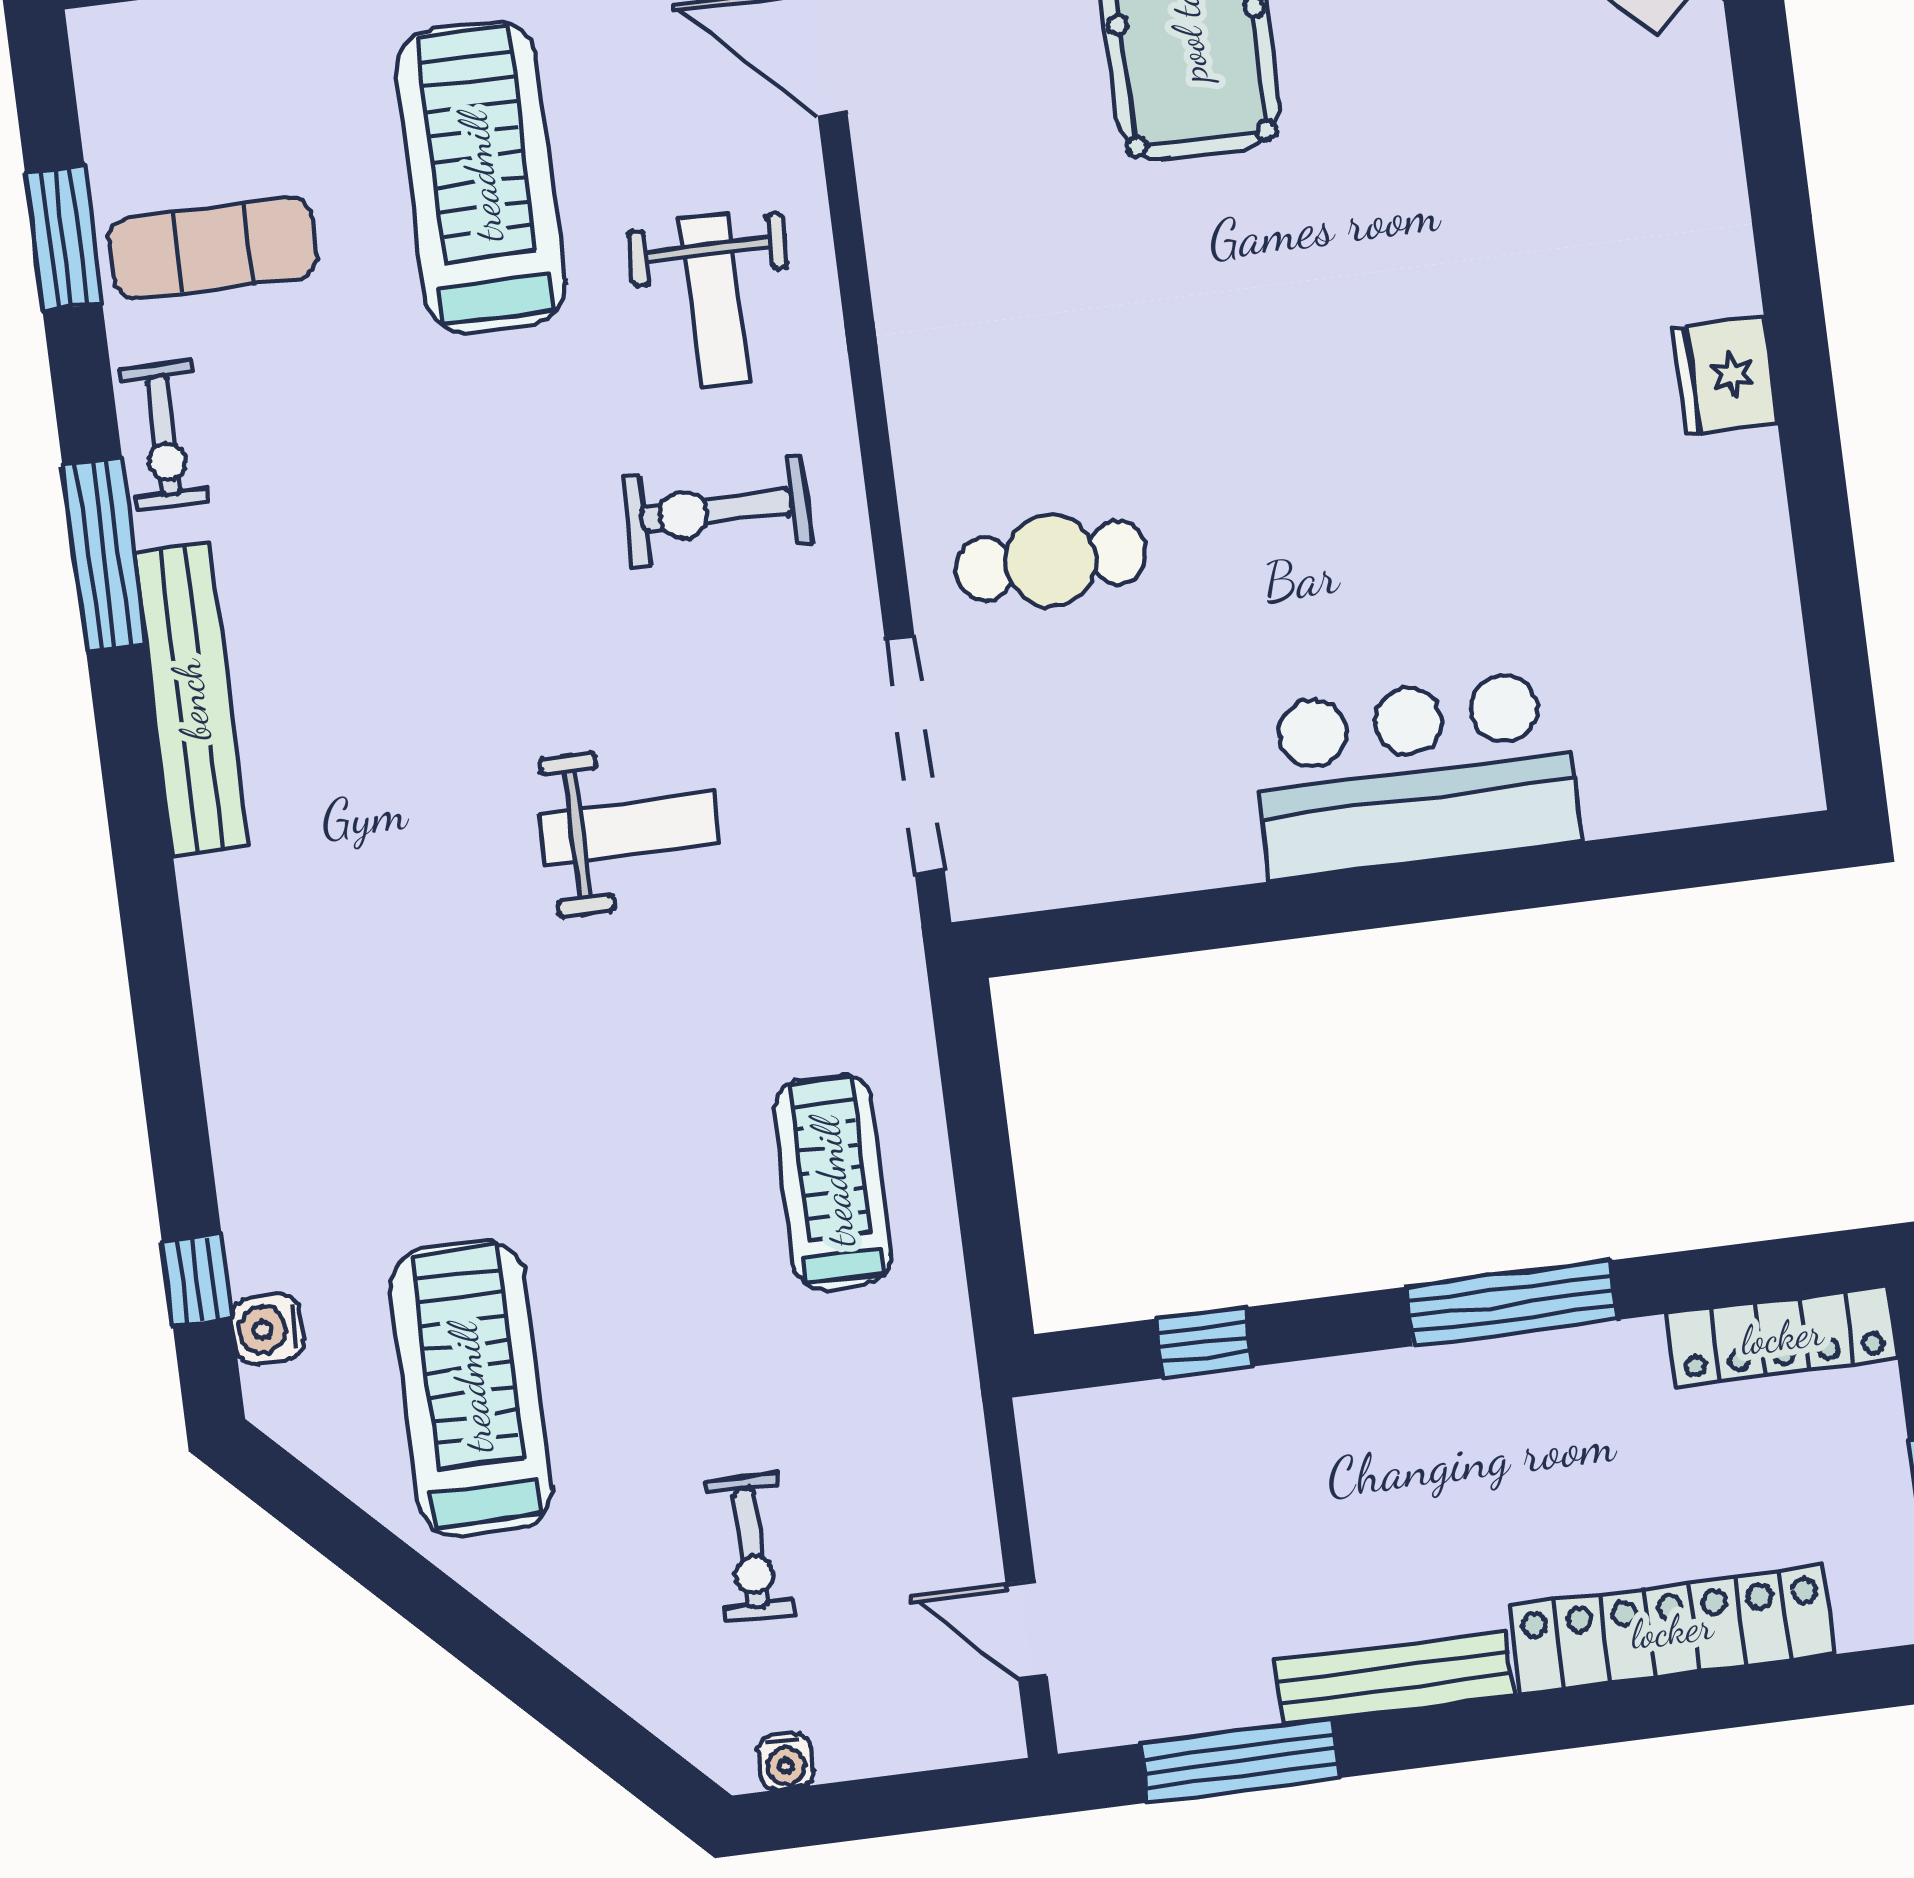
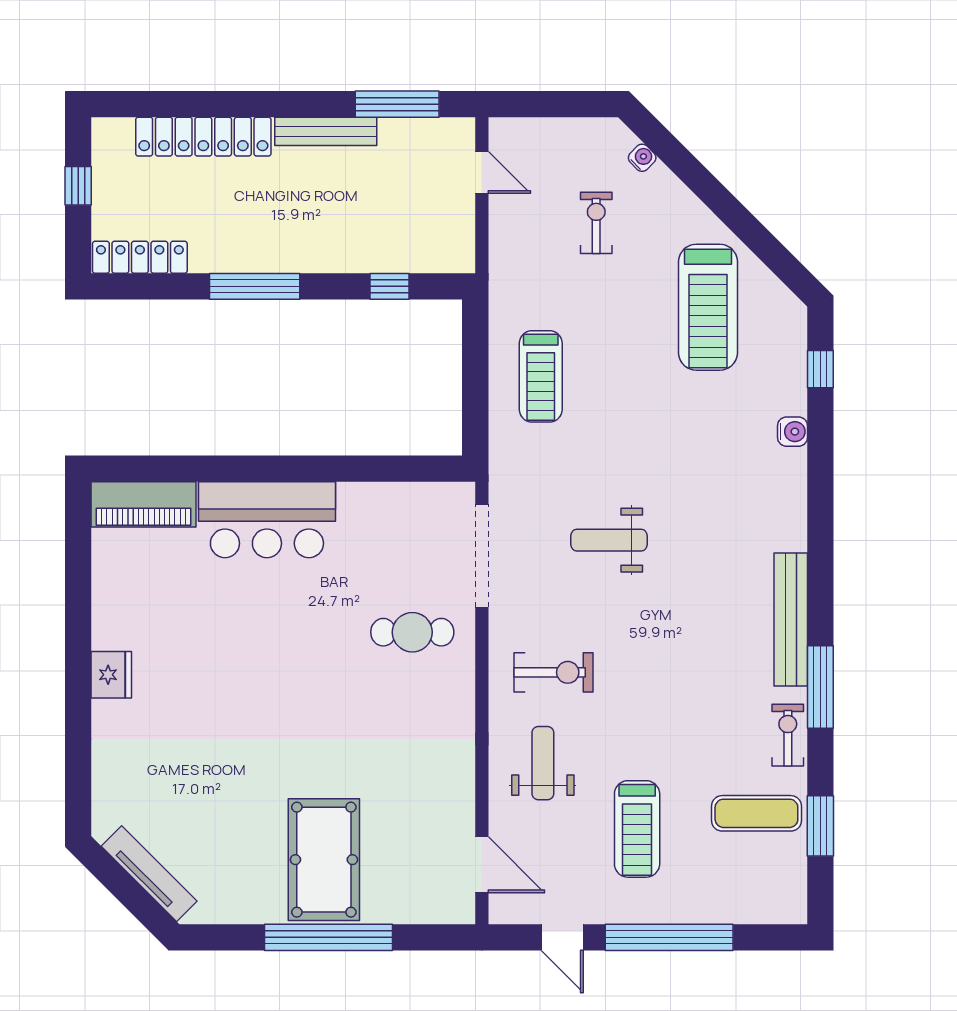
treadmill: (481, 177) -> (637, 829), width x0.73, depth x0.73
piano: (1701, 773) -> (144, 504), added
water cooler: (268, 1329) -> (793, 432), moved
water cooler: (786, 1762) -> (642, 158), moved, turned 45

